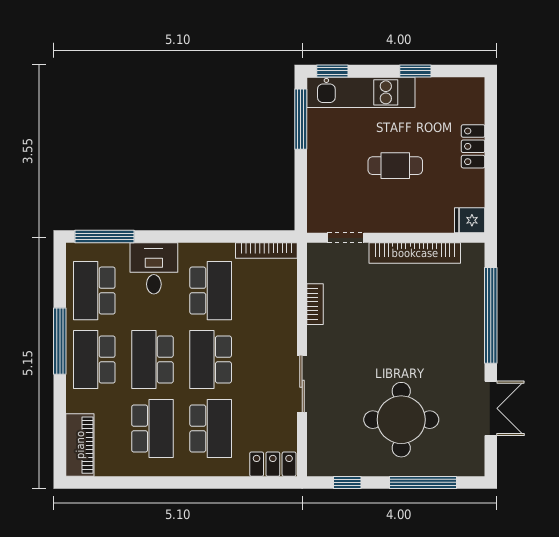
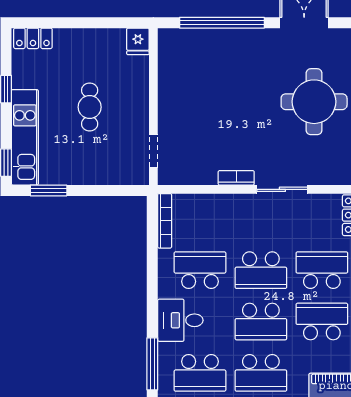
window: (301, 119) -> (49, 190), width x0.69
locker: (473, 146) -> (33, 38), moved
bookcase: (415, 253) -> (167, 90), removed
bookcase: (315, 304) -> (236, 178), moved

